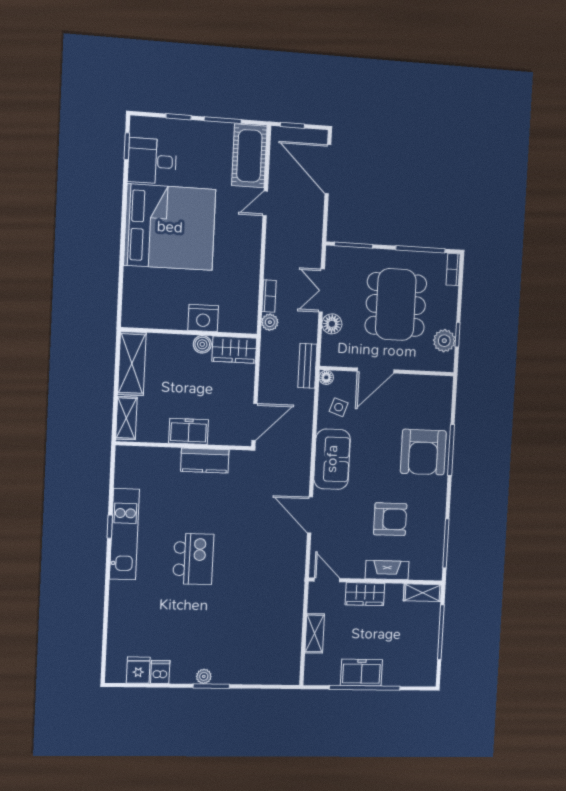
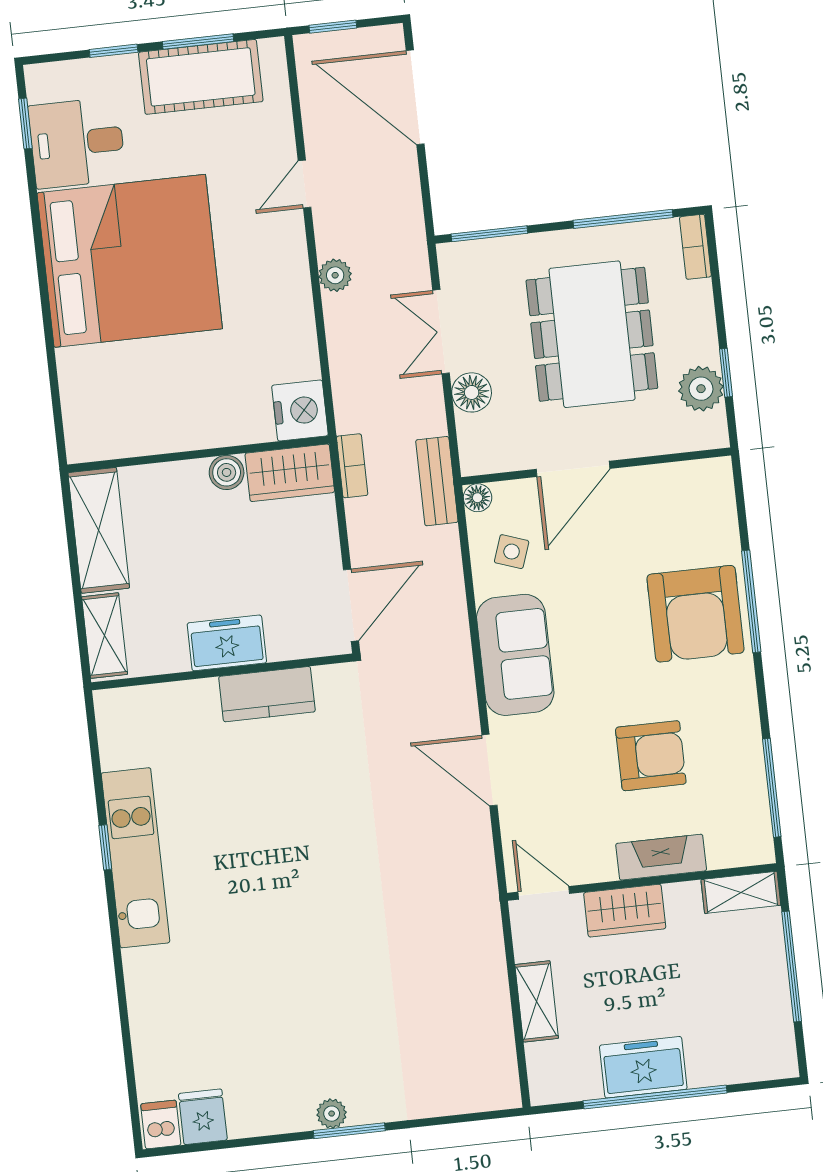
cot: (249, 156) -> (201, 77), moved, turned 90
bookcase: (269, 296) -> (352, 466), moved
nightstand: (203, 318) -> (300, 410), moved, turned -90
plant: (270, 322) -> (335, 275), moved
kitchen island: (193, 559) -> (275, 888), removed
dishwasher: (160, 672) -> (161, 1124), moved

